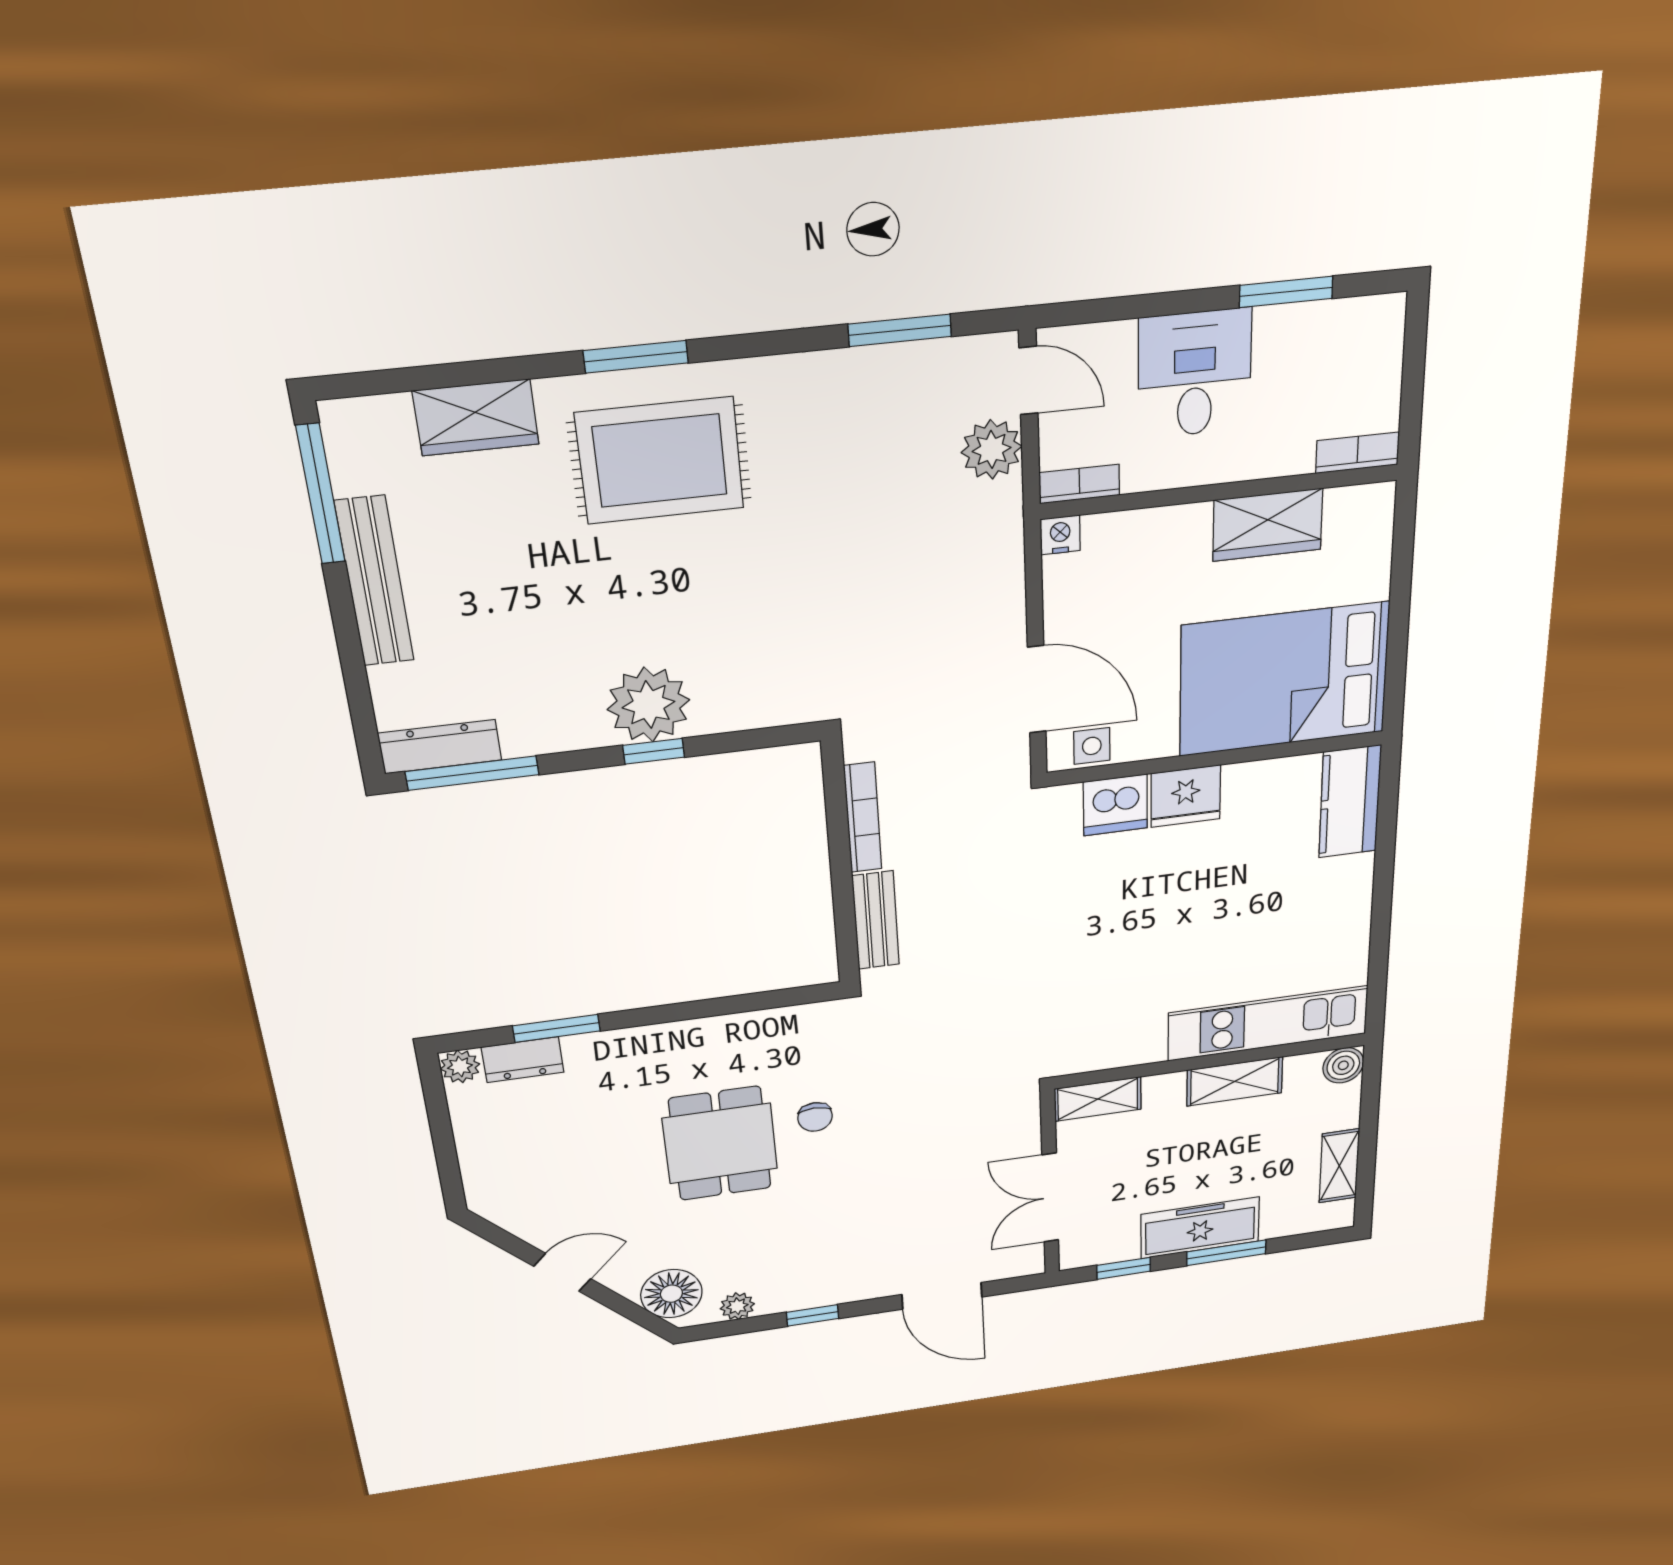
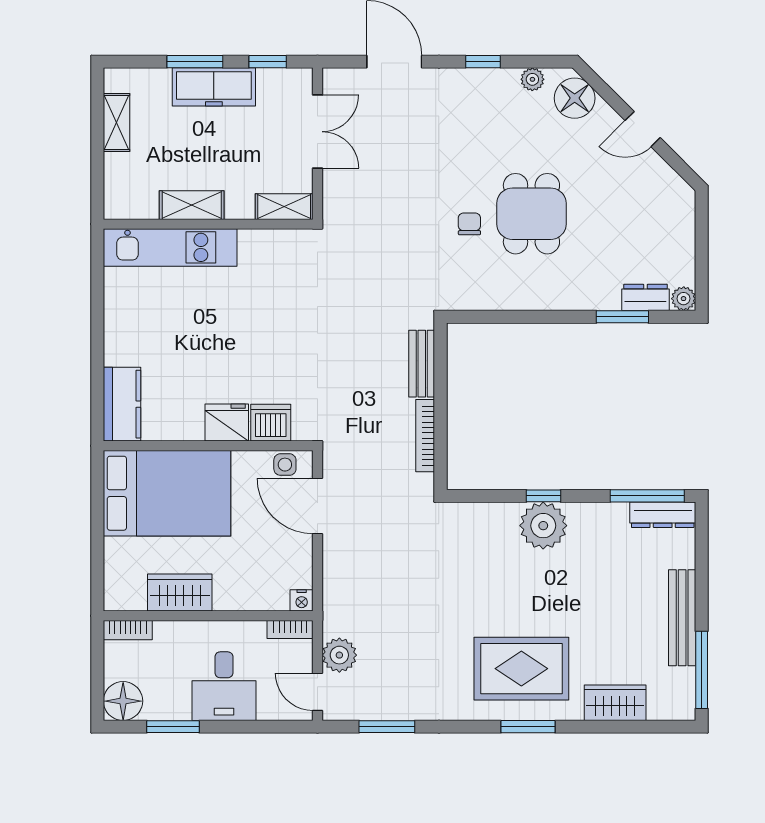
floor lamp: (1372, 329) -> (123, 701), added
boiler: (1343, 1065) -> (117, 206), removed

